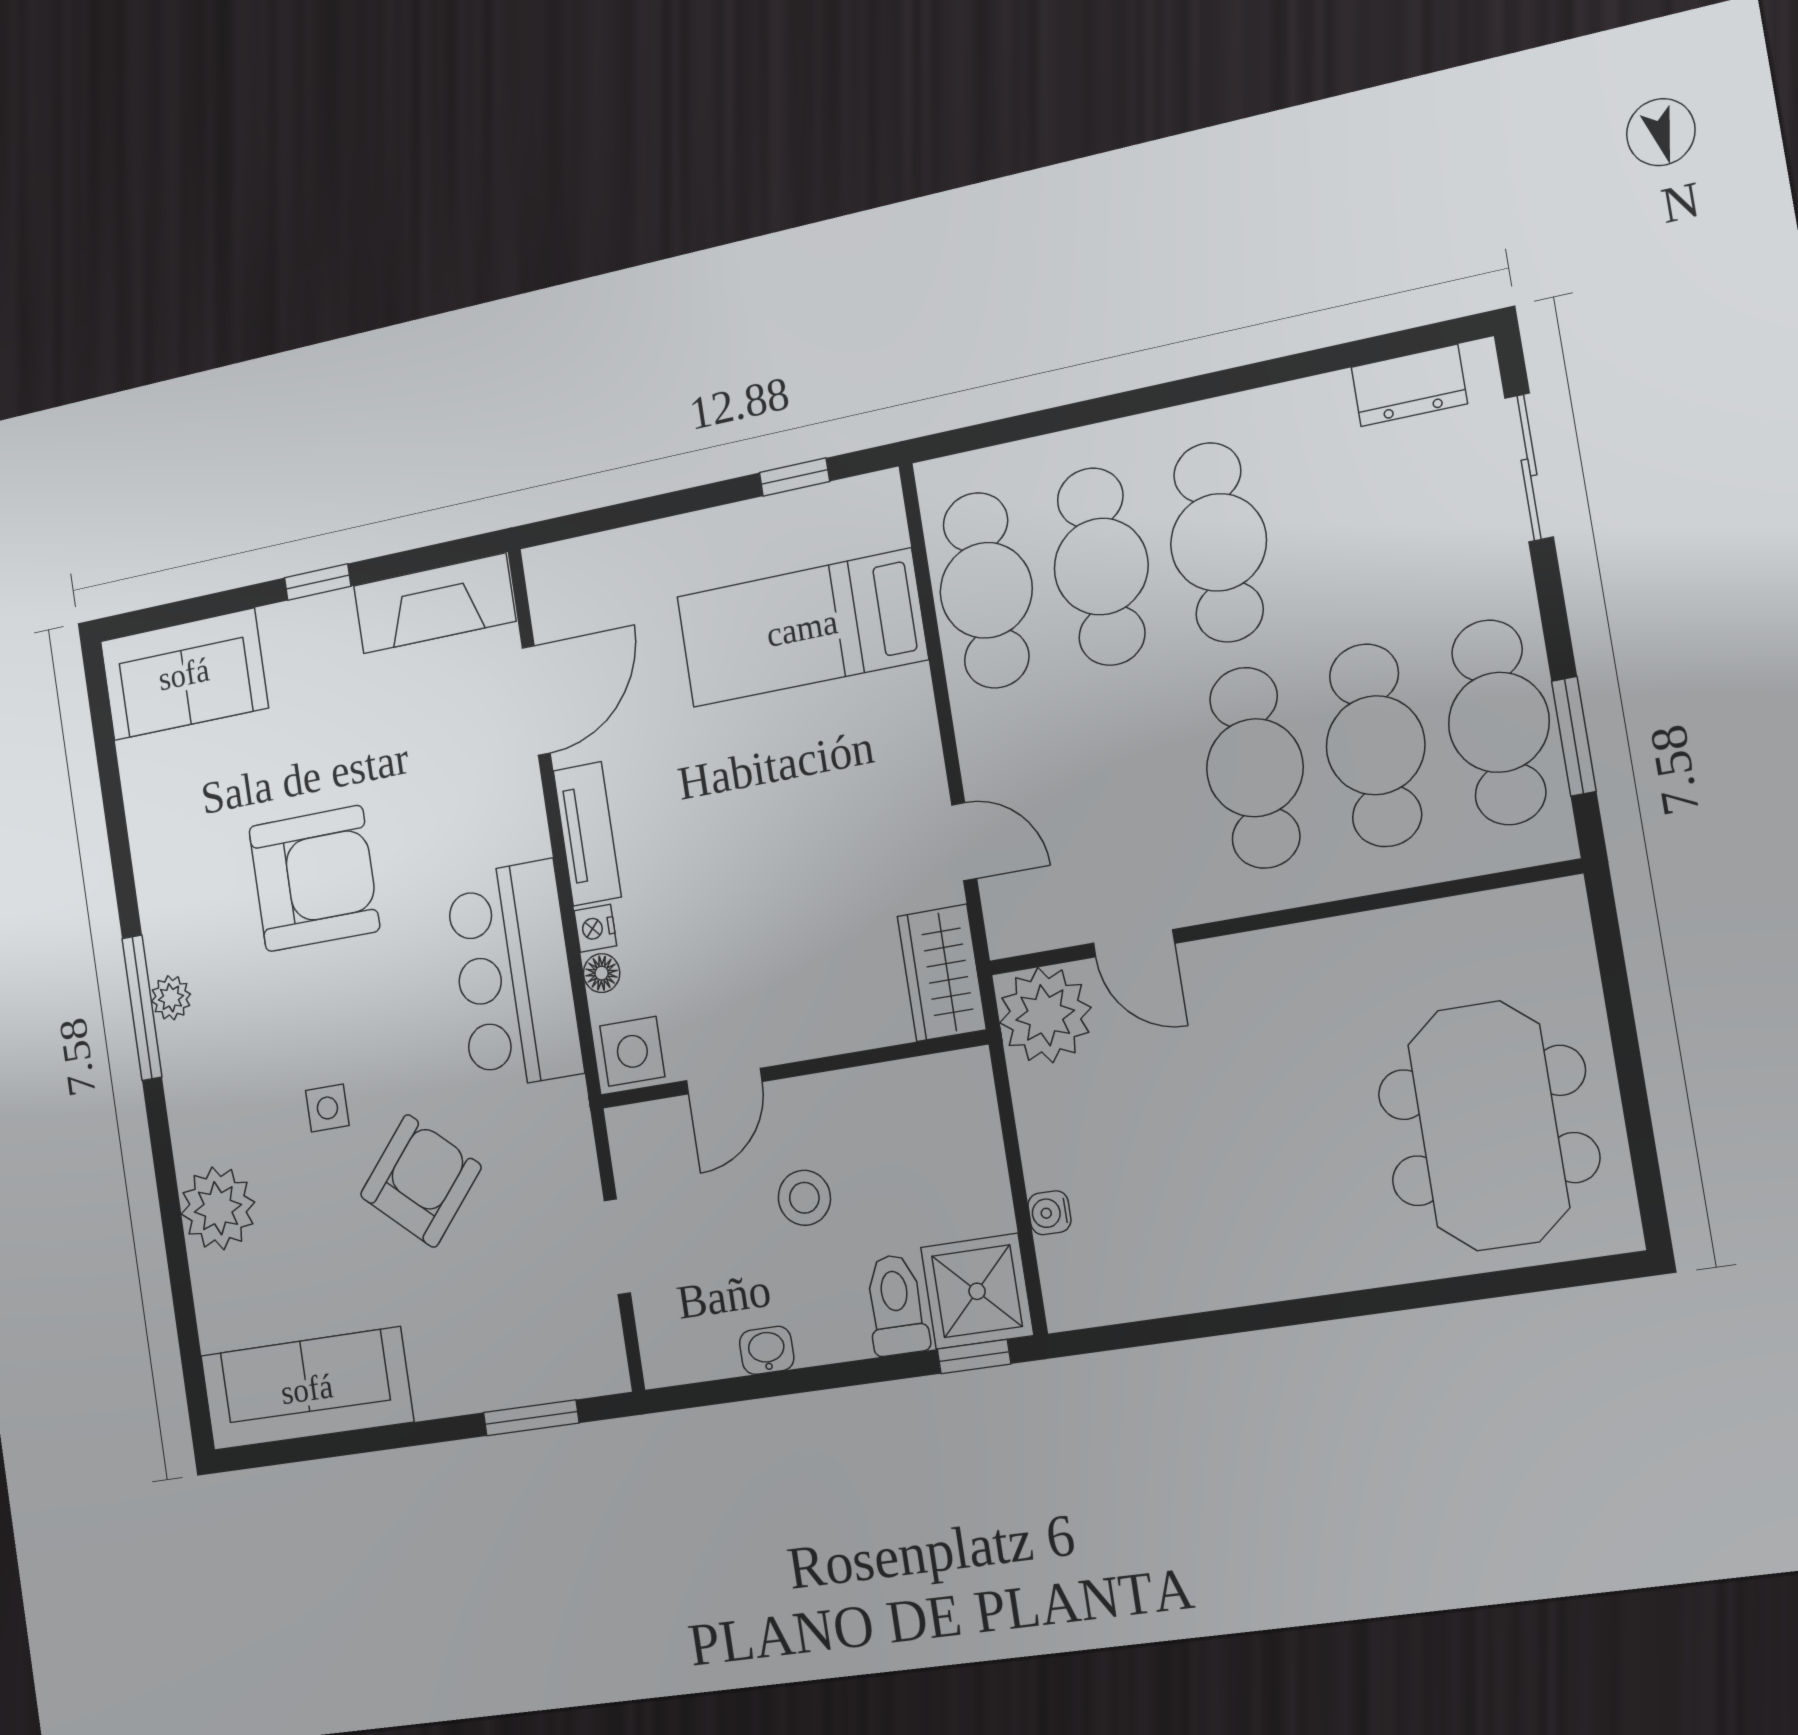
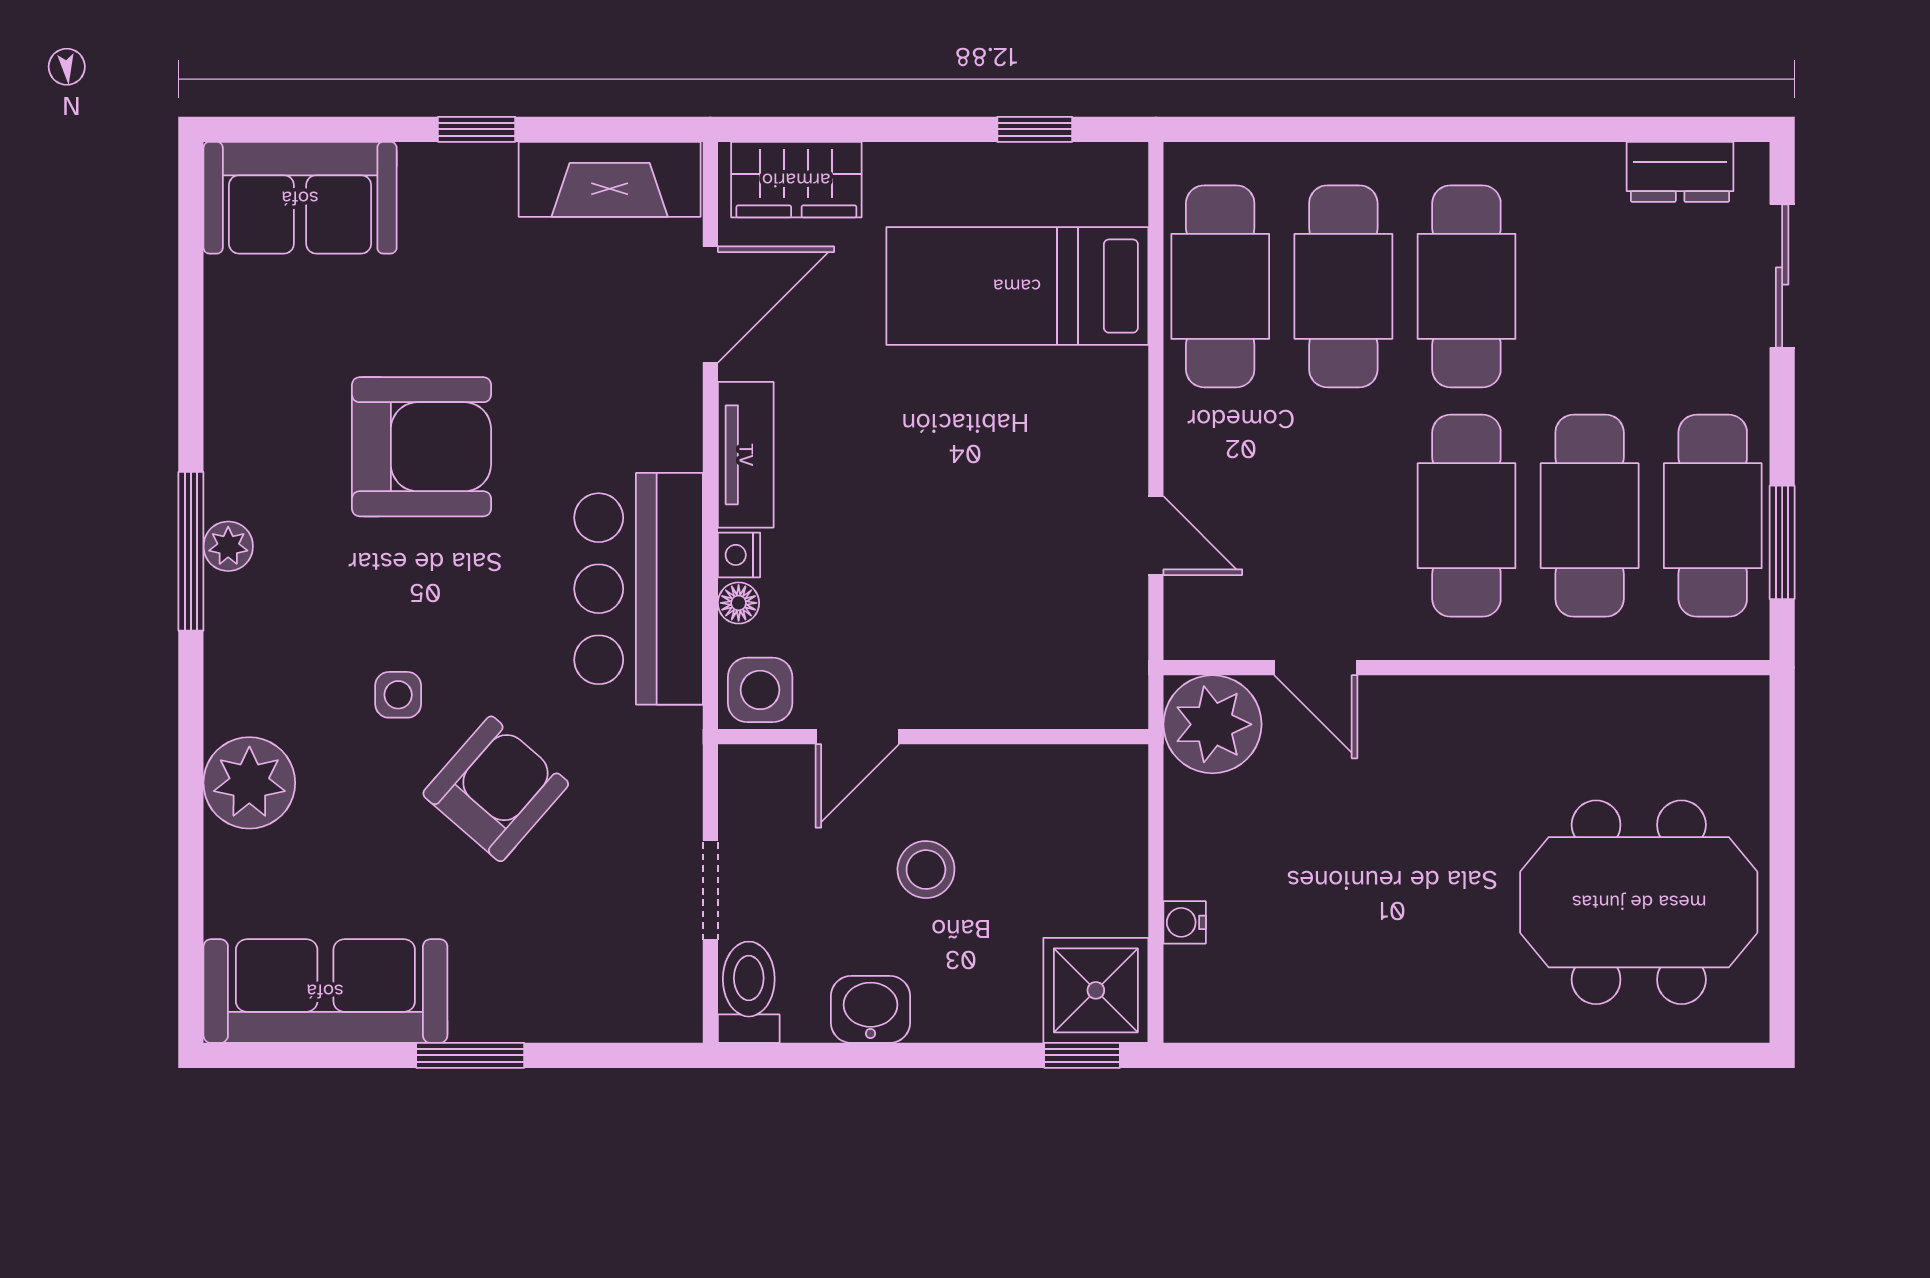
wardrobe: (942, 973) -> (796, 180), moved, turned -90
meeting table: (1488, 1126) -> (1639, 902), turned 90
toilet: (896, 1305) -> (749, 992), moved
washbasin: (767, 1350) -> (870, 1009), width x1.38, depth x1.45
window: (531, 1418) -> (470, 1055), moved

